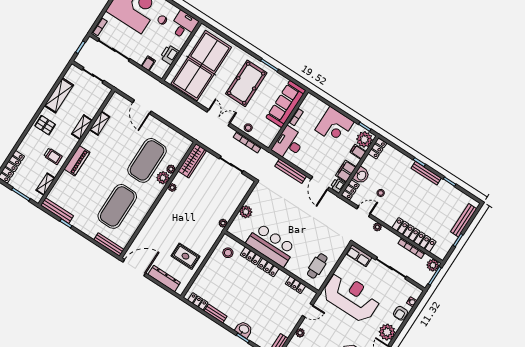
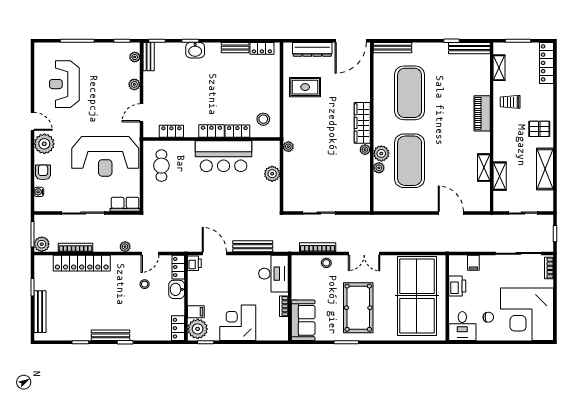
sofa: (286, 104) -> (303, 320), width x0.73
shelving: (82, 127) -> (500, 176), moved
wardrobe: (192, 161) -> (362, 123), moved
filing cabinet: (346, 171) -> (195, 283), removed

